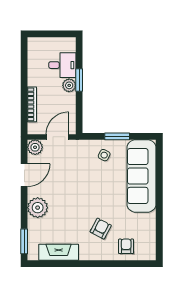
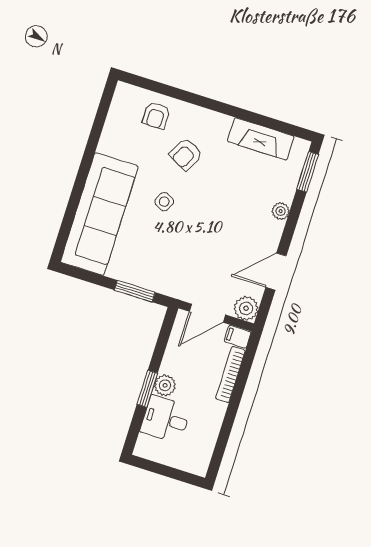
filing cabinet: (35, 129) -> (238, 337), added
window: (117, 136) -> (135, 291), moved
side table: (104, 155) -> (164, 202), moved
plant: (38, 208) -> (281, 211), width x0.53, depth x0.53

